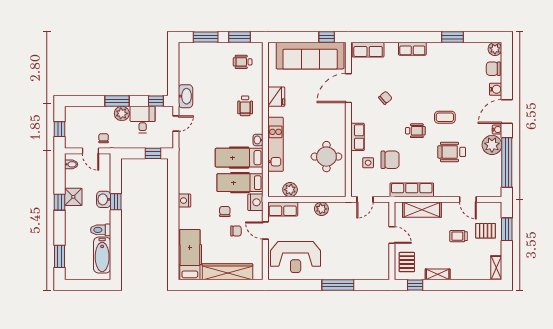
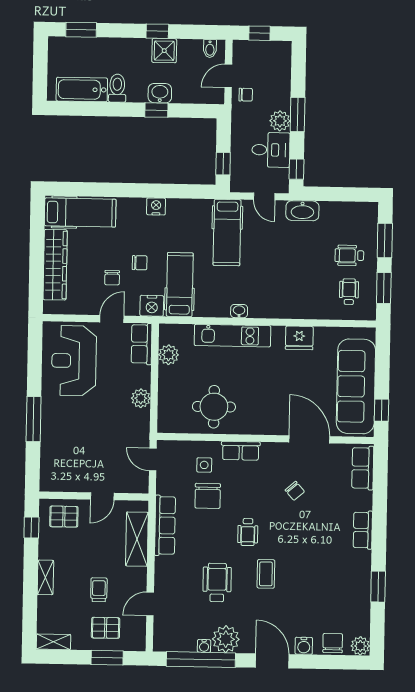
wheelchair: (245, 106) -> (349, 255), moved
water cooler: (497, 130) -> (204, 646), moved
hospital bed: (239, 158) -> (227, 232), moved, turned 180
pallet: (486, 231) -> (106, 628), turned 90
shelving: (438, 274) -> (45, 577), moved

